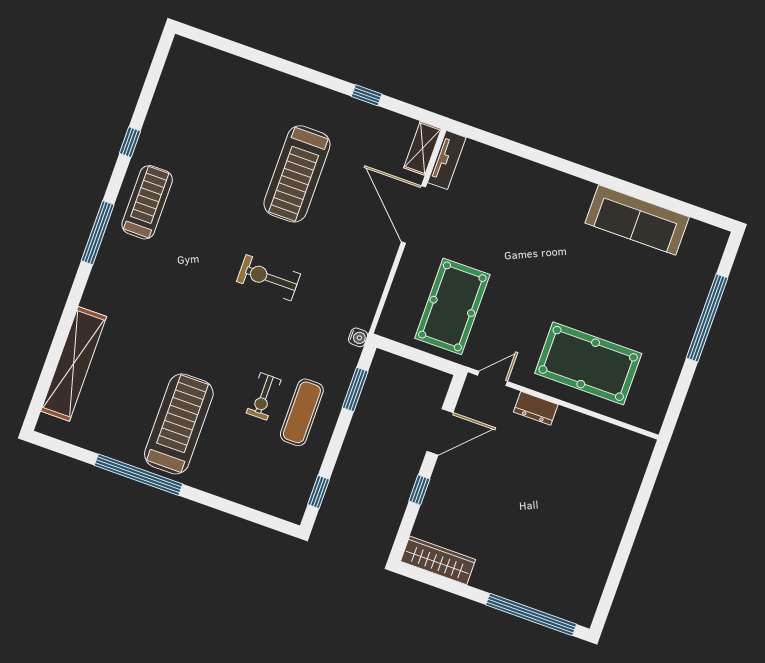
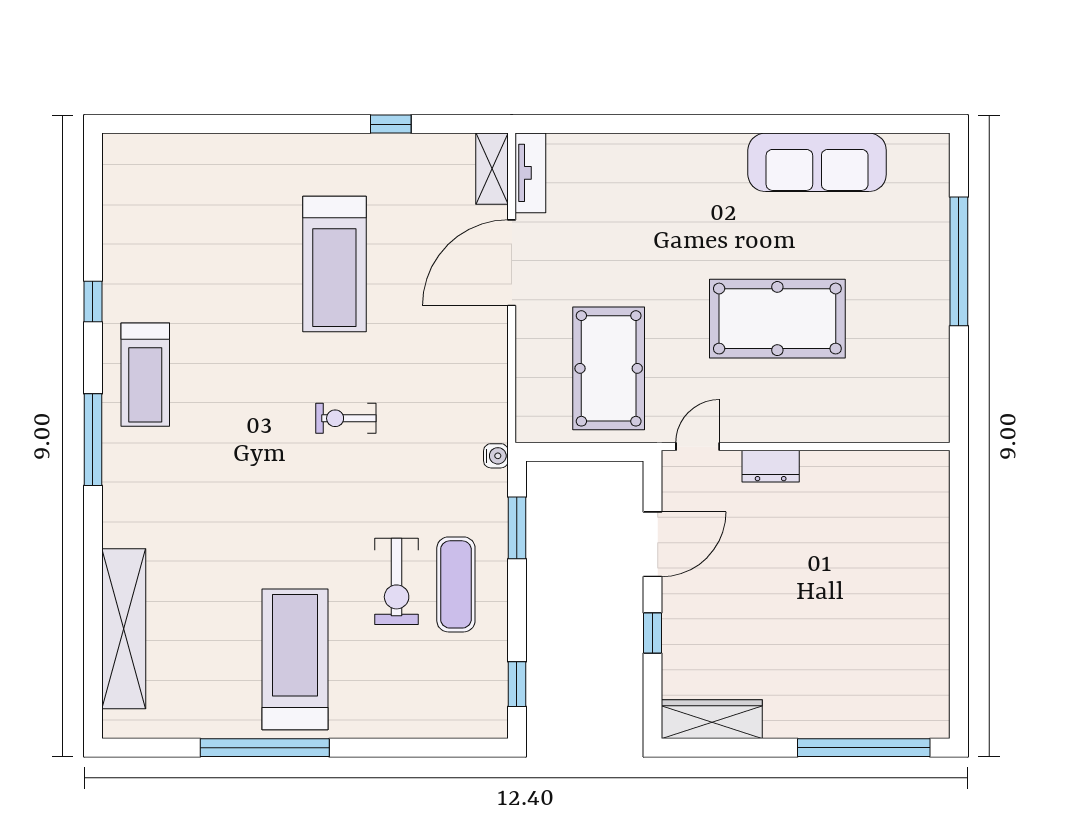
treadmill: (147, 202) -> (145, 375), turned 180
door: (413, 214) -> (512, 263), hinge flipped
exercise bike: (268, 278) -> (346, 418), width x0.73, depth x0.72
pool table: (588, 363) -> (777, 319), moved
exercise bike: (264, 396) -> (397, 581), width x1.38, depth x1.39

